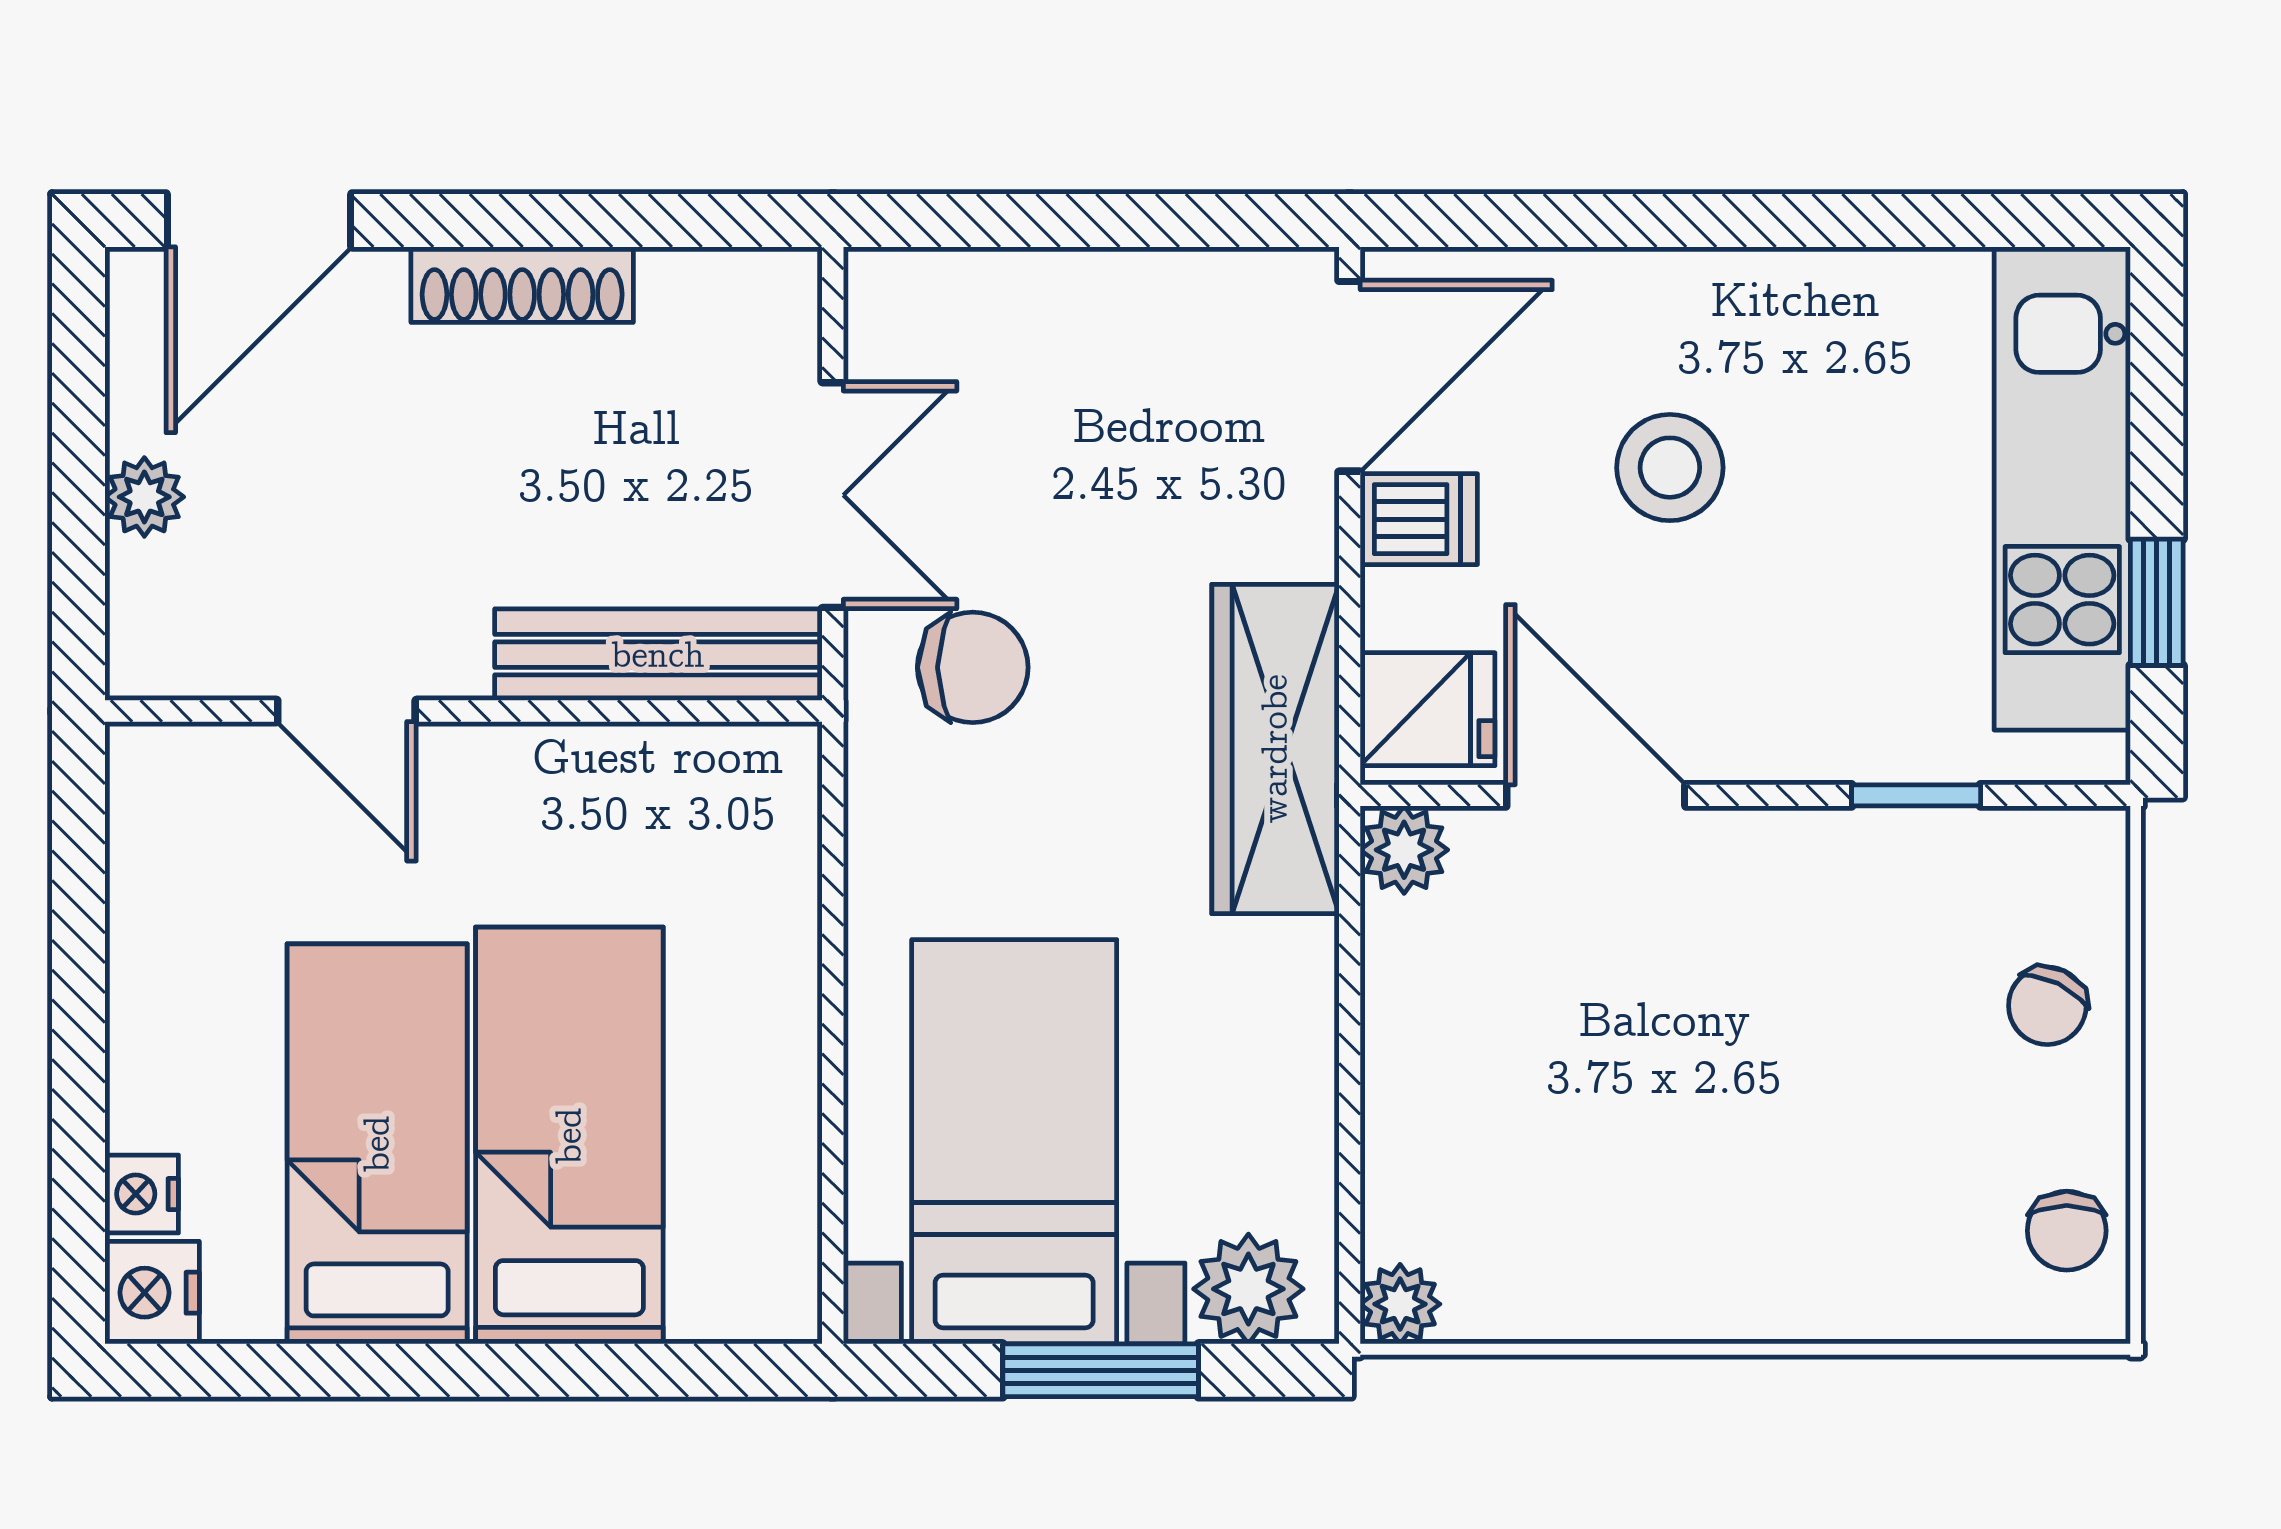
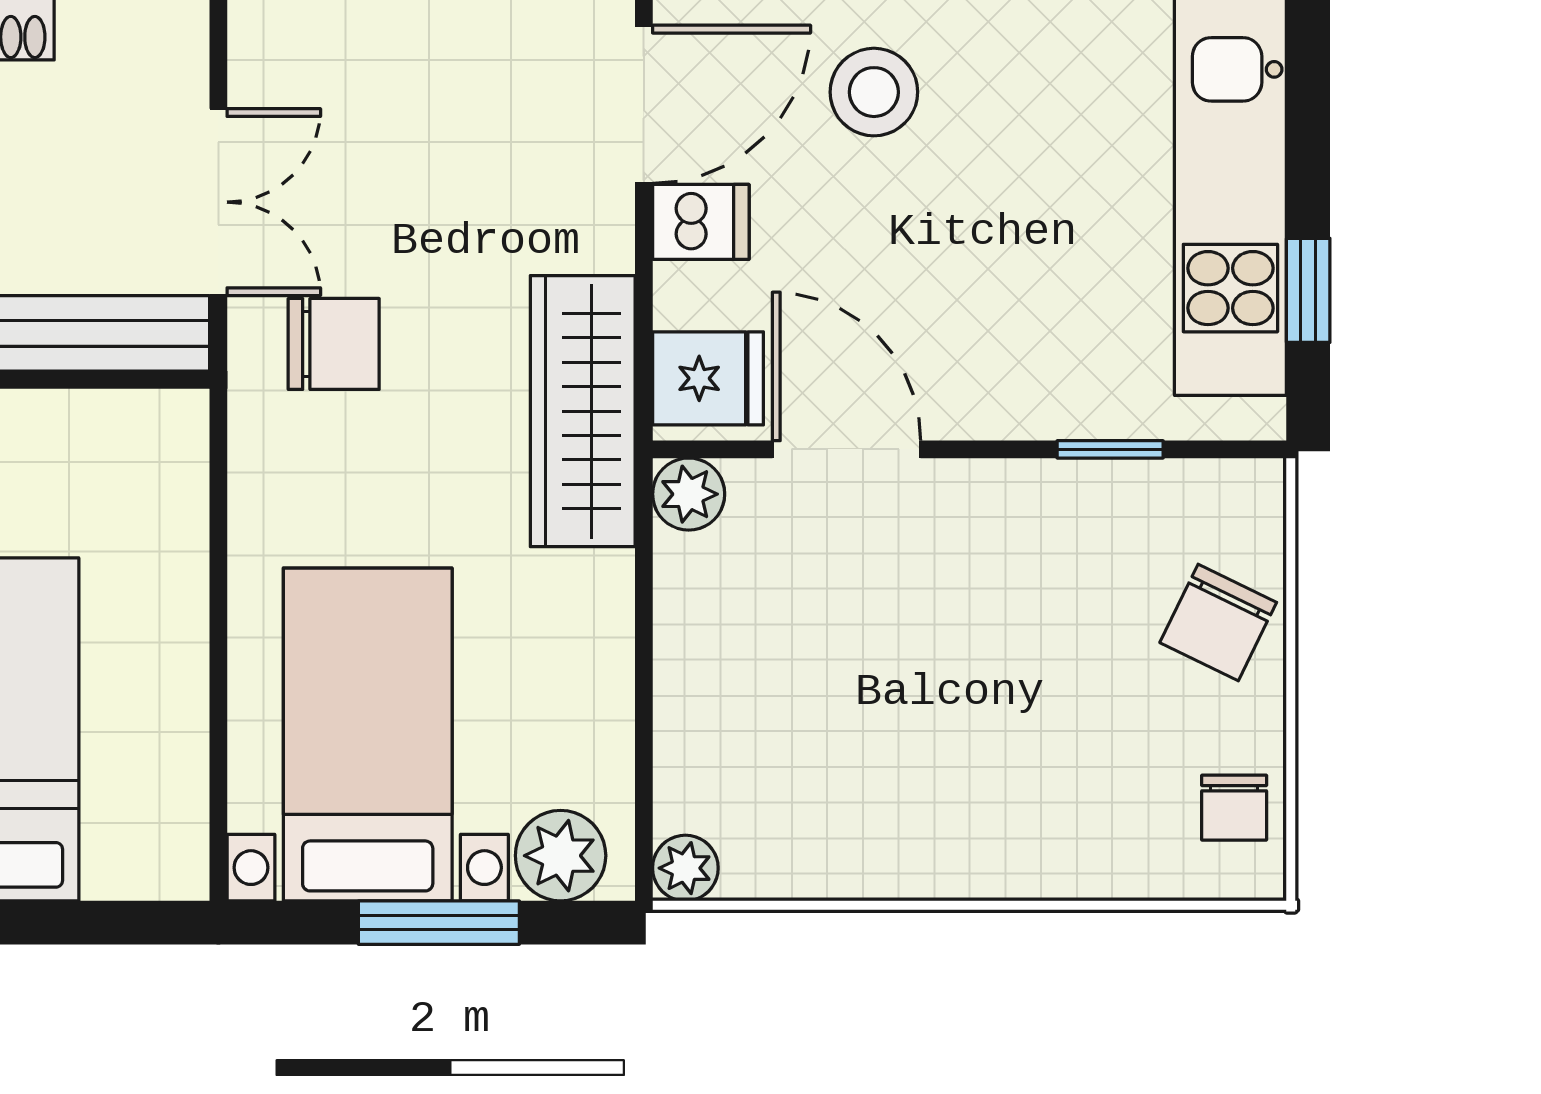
stool: (1670, 468) -> (874, 92), moved
chair: (2047, 1006) -> (1218, 622), width x1.37, depth x1.37

